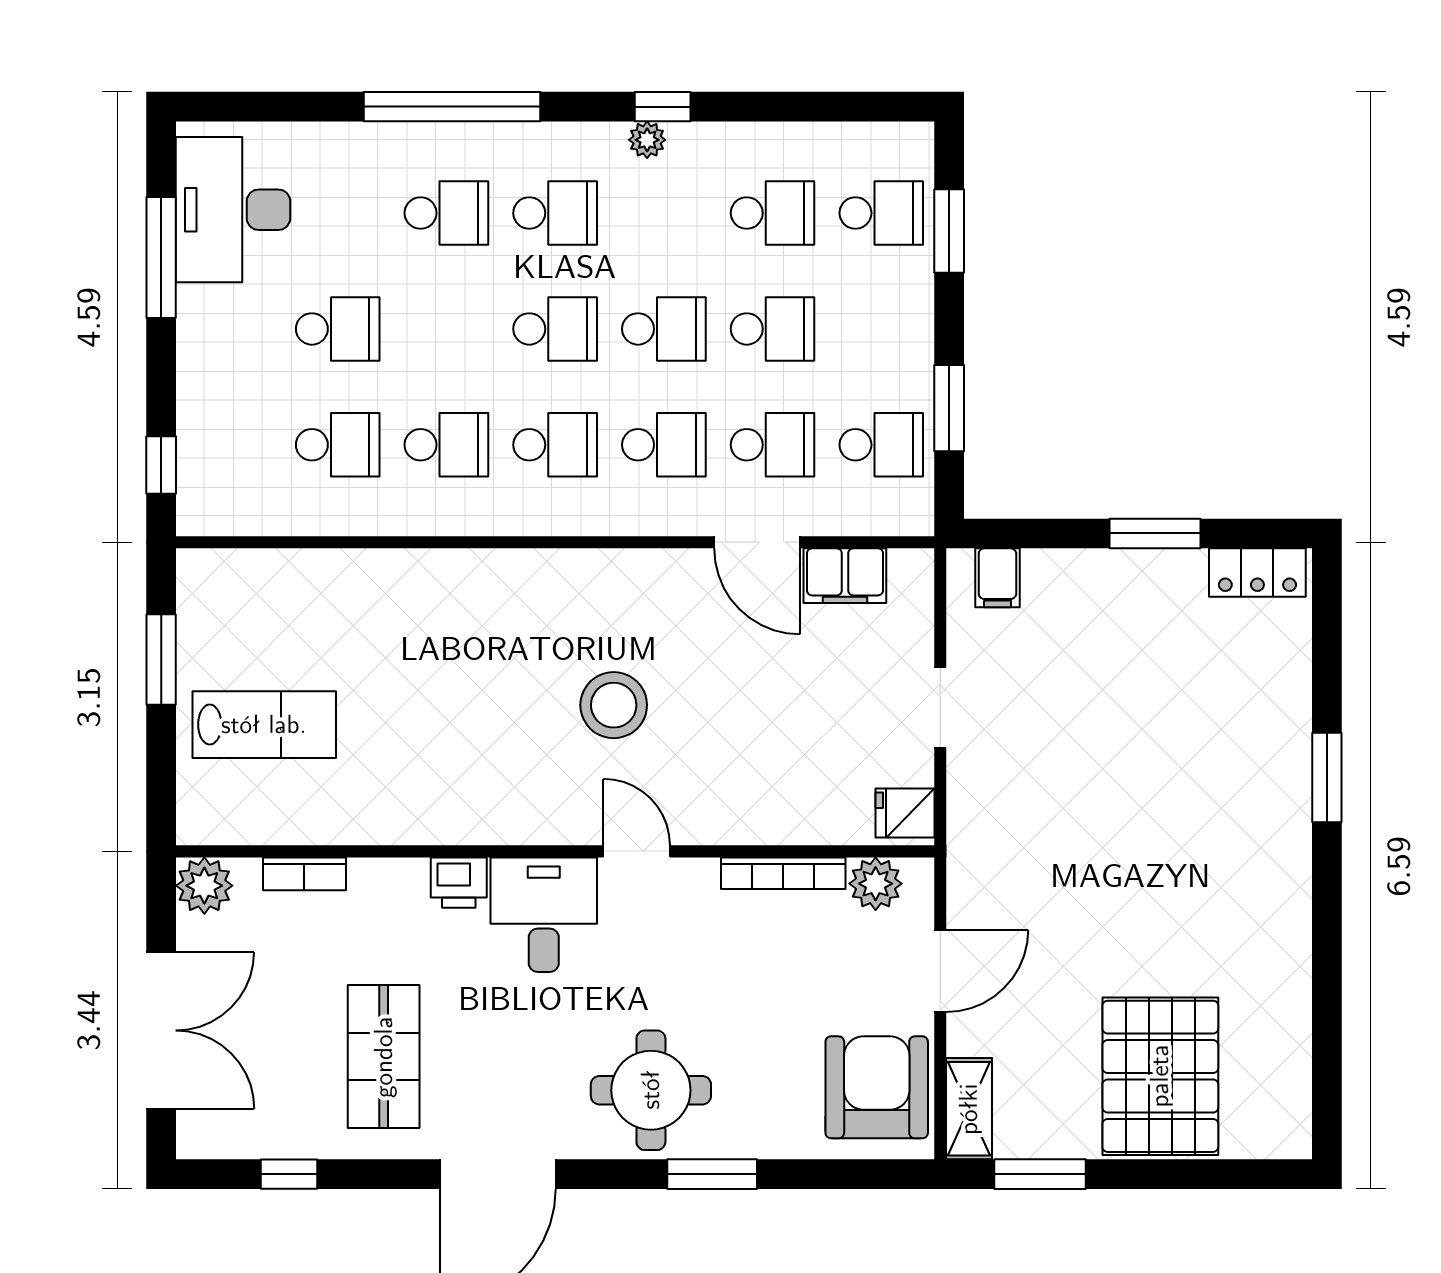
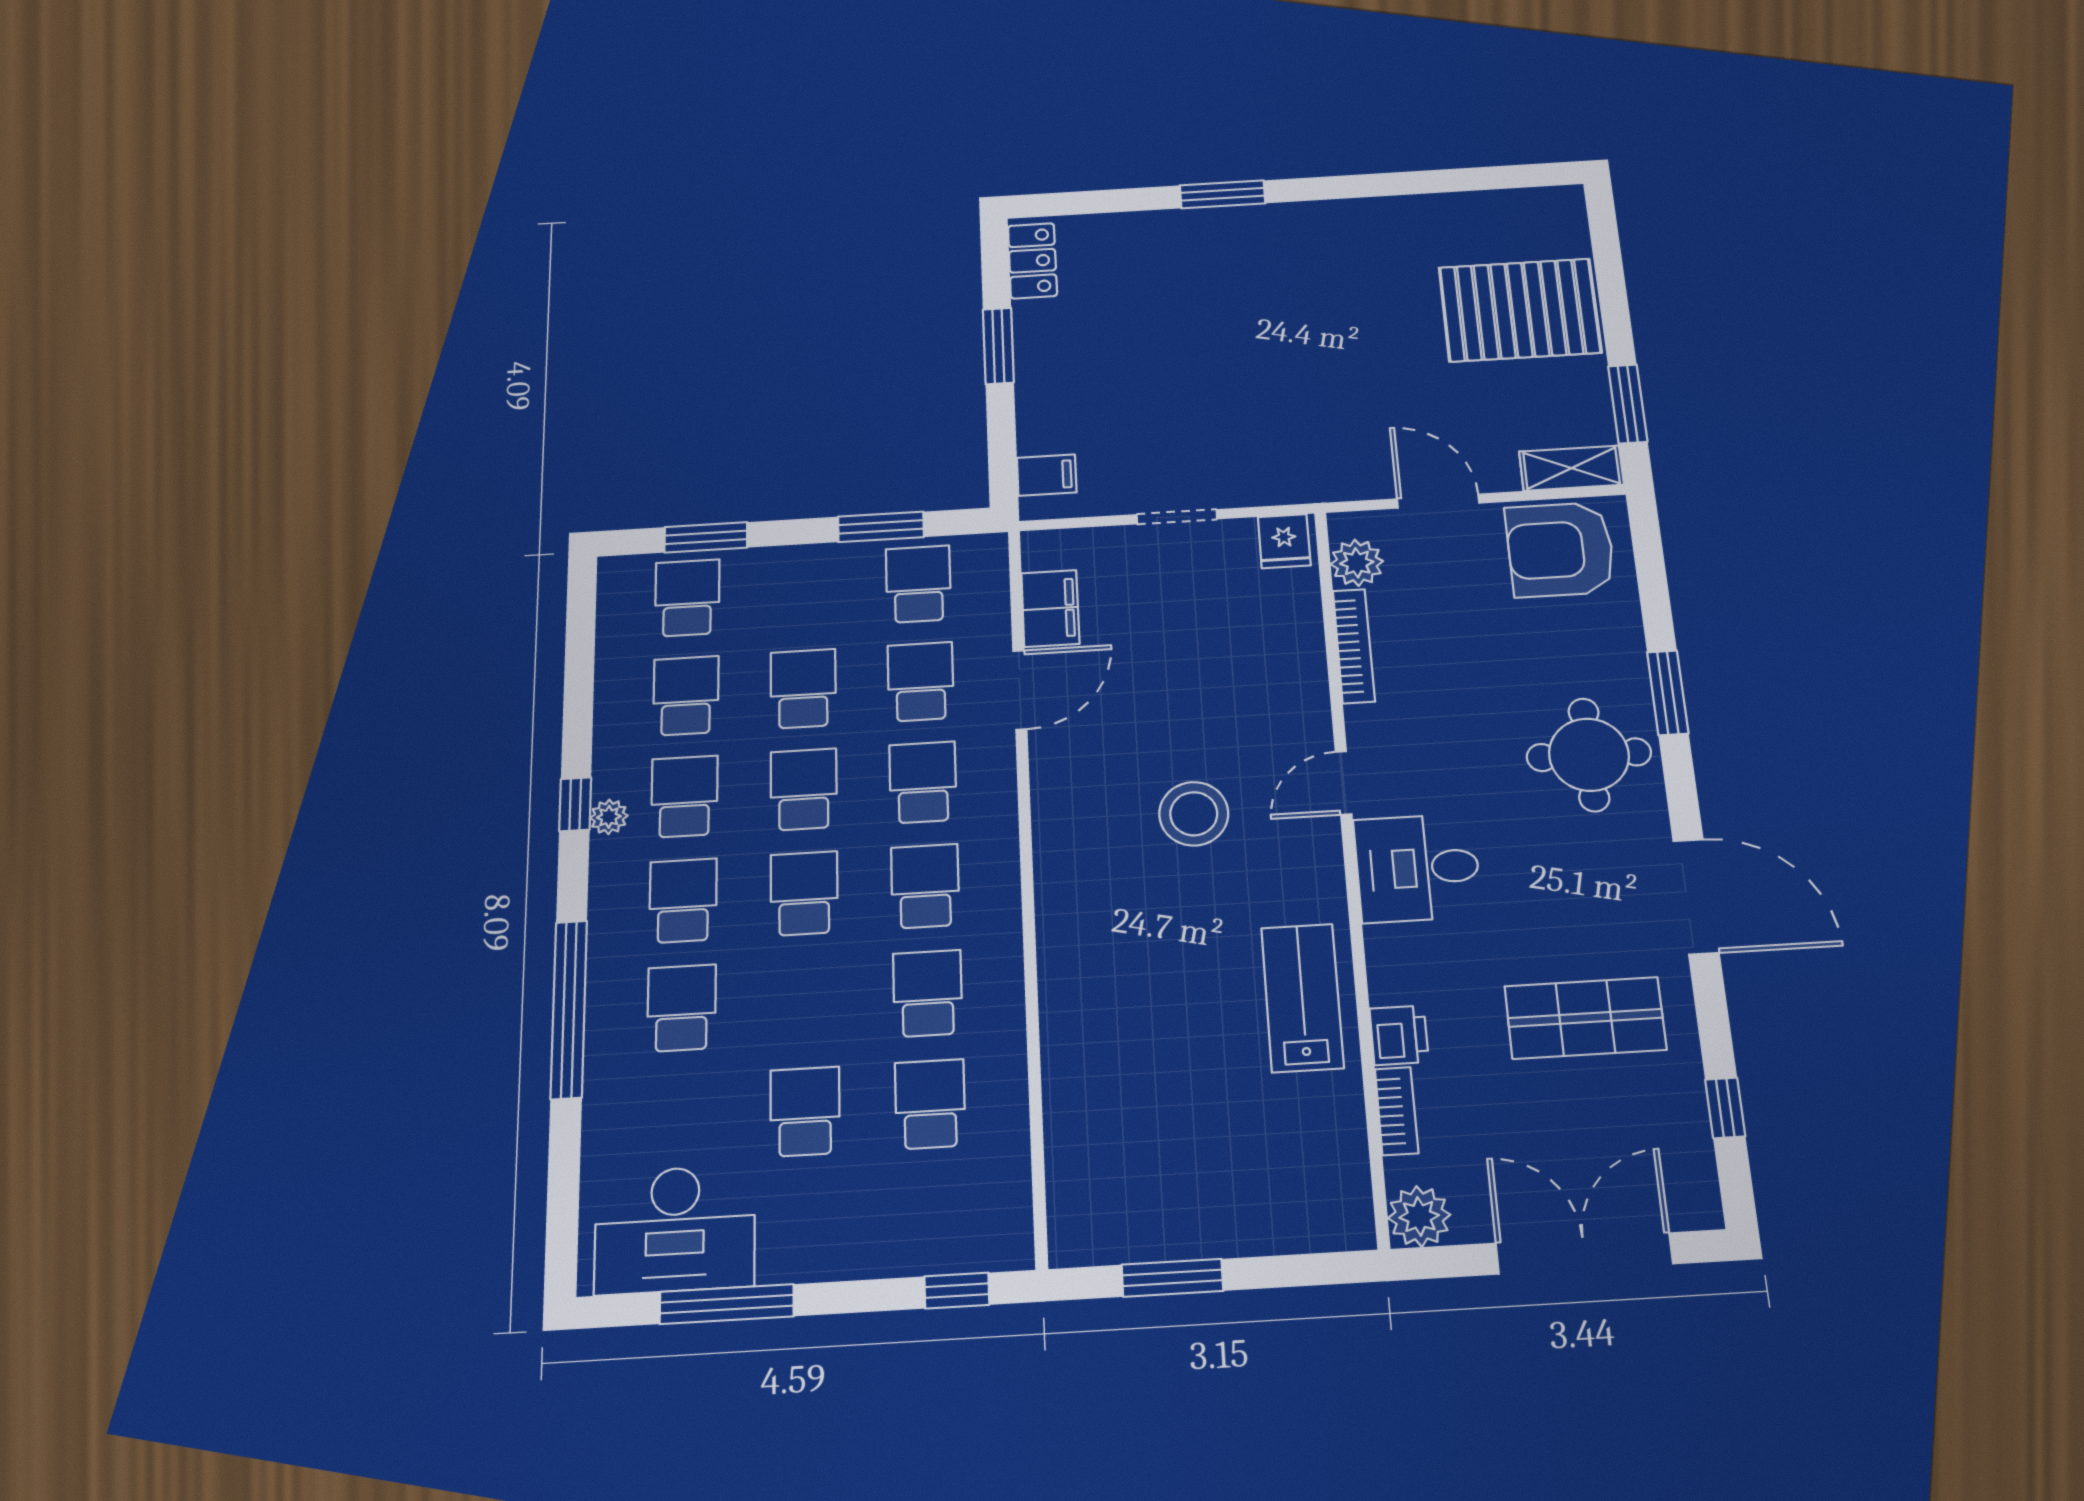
school desk: (664, 213) -> (685, 797), added
lab bench: (264, 725) -> (1302, 998), moved
printer: (459, 883) -> (1399, 1035), moved

